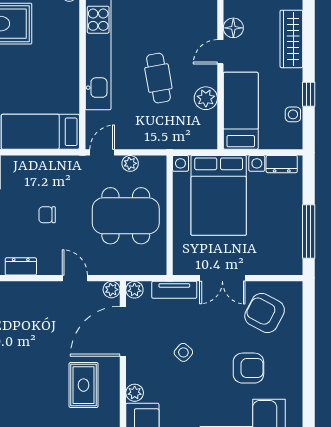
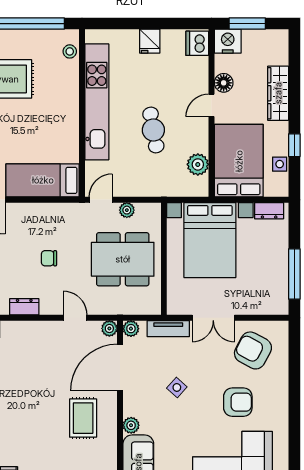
plant: (206, 98) -> (198, 164), moved
bed: (241, 111) -> (239, 161), width x1.50

